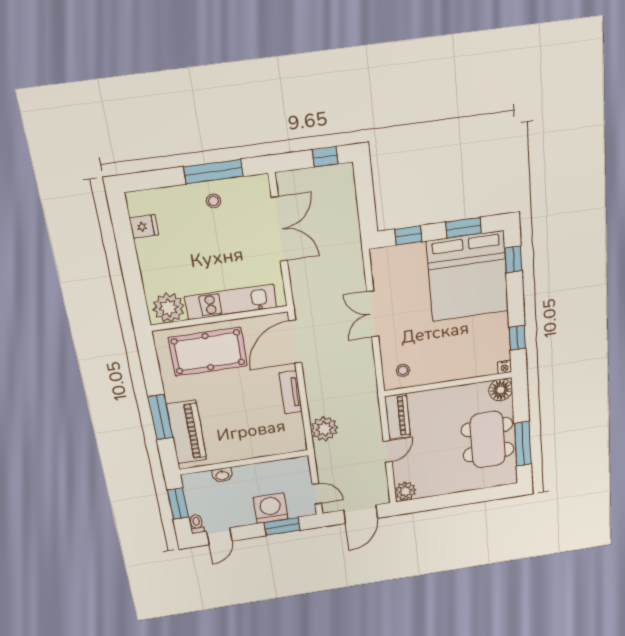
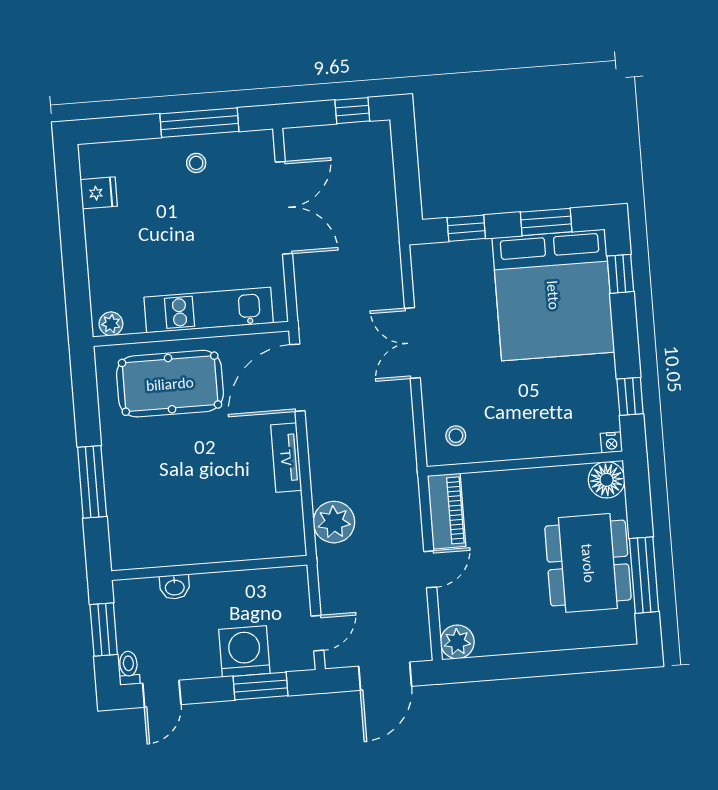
plant: (169, 308) -> (111, 324), width x0.53, depth x0.53
piano: (187, 432) -> (128, 510), removed
door: (317, 494) -> (317, 633), hinge flipped

